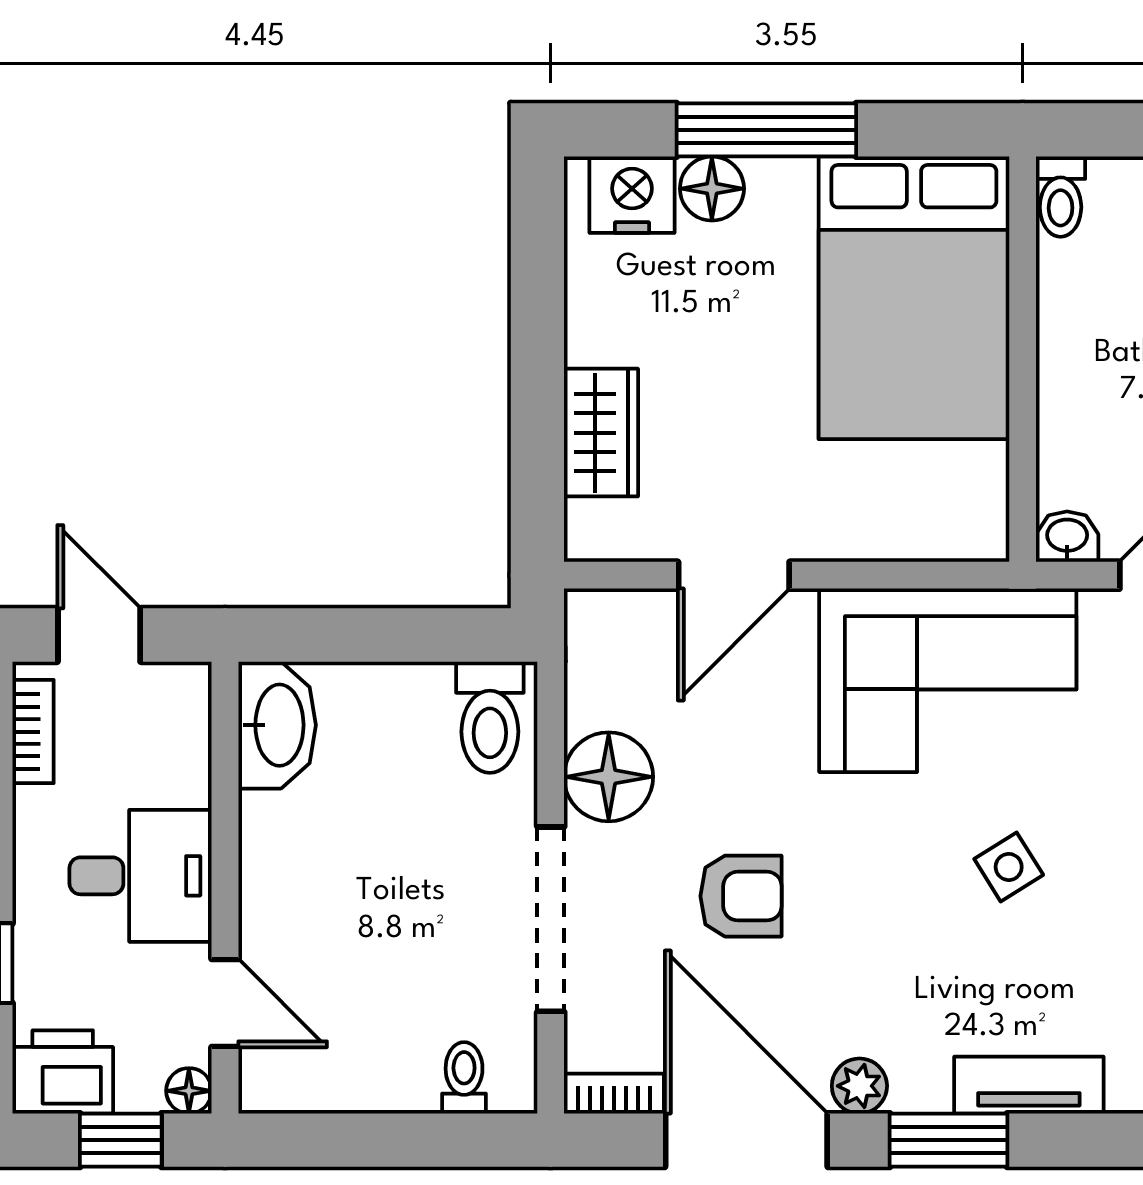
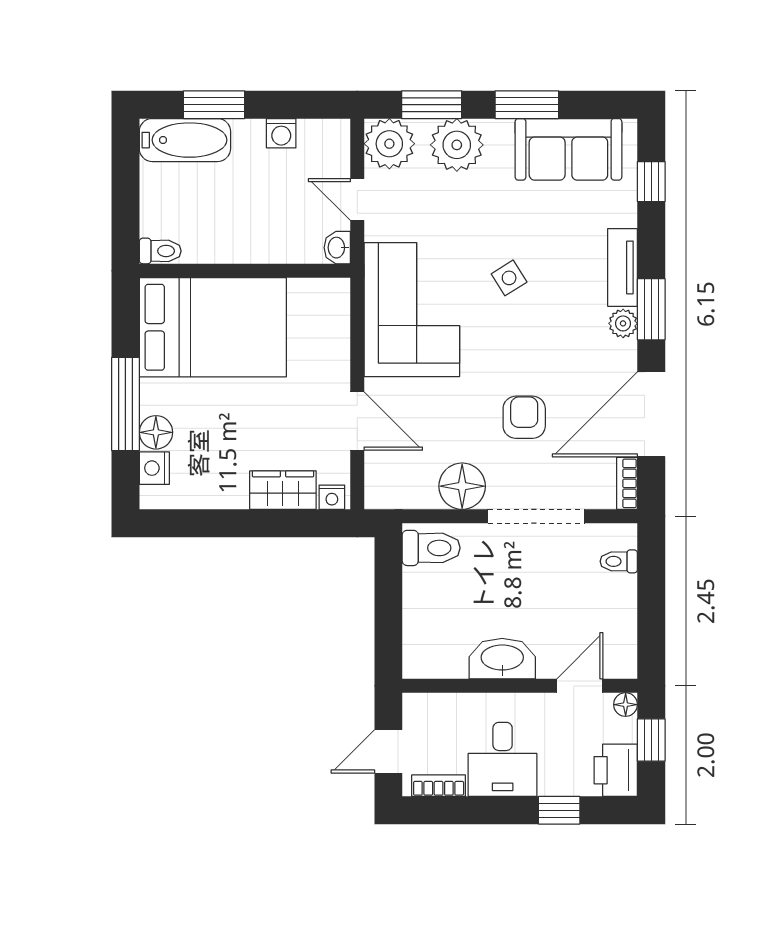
nightstand: (632, 195) -> (154, 468), width x0.74, depth x0.75
nightstand: (587, 526) -> (332, 497), added
washbasin: (277, 725) -> (502, 659), moved
desk: (141, 876) -> (503, 759), moved, turned 180
plant: (859, 1086) -> (623, 323), moved

